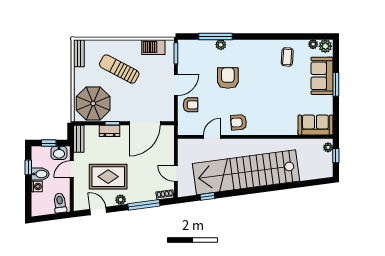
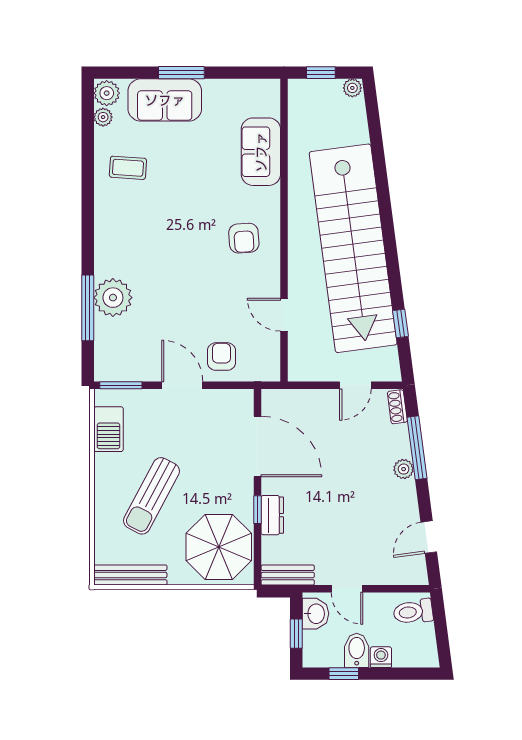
plant: (221, 45) -> (113, 298), width x1.87, depth x1.87
bench: (79, 53) -> (130, 575), width x1.36
armchair: (228, 78) -> (169, 284), removed
armchair: (239, 122) -> (244, 238), moved
sofa: (315, 125) -> (261, 152), moved
plant: (328, 147) -> (352, 88), moved
rug: (108, 177) -> (362, 518), removed
plant: (121, 200) -> (404, 469), moved

